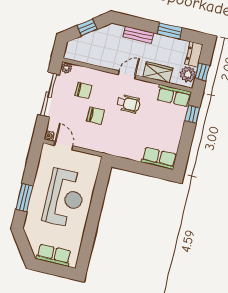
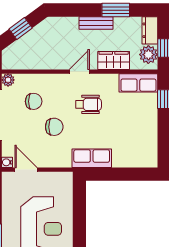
bench: (138, 35) -> (96, 23), moved
row of seats: (159, 158) -> (92, 158), moved

